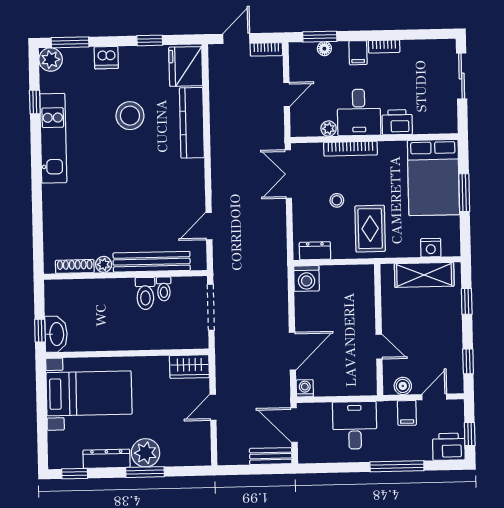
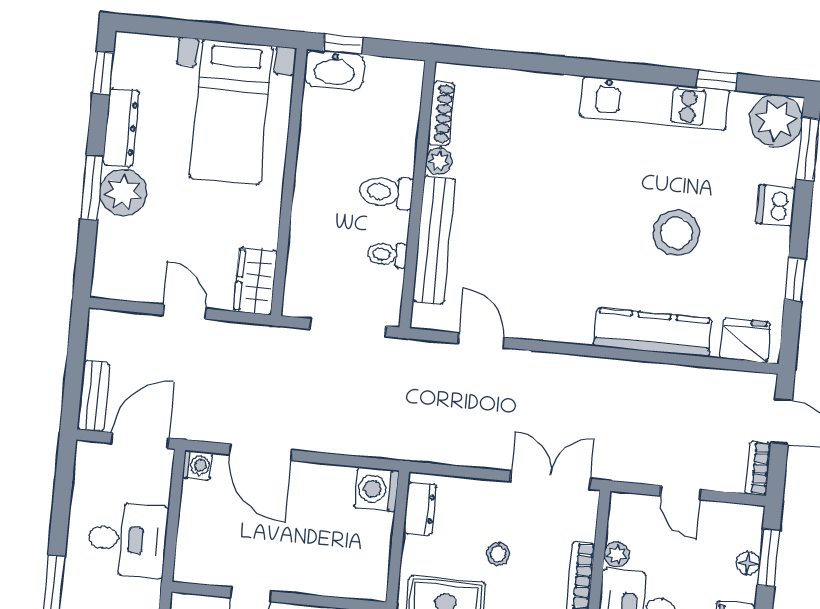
plant: (51, 59) -> (776, 121), width x1.36, depth x1.36
fridge: (186, 66) -> (745, 340), width x0.73, depth x0.75
toilet: (145, 293) -> (386, 192), moved

